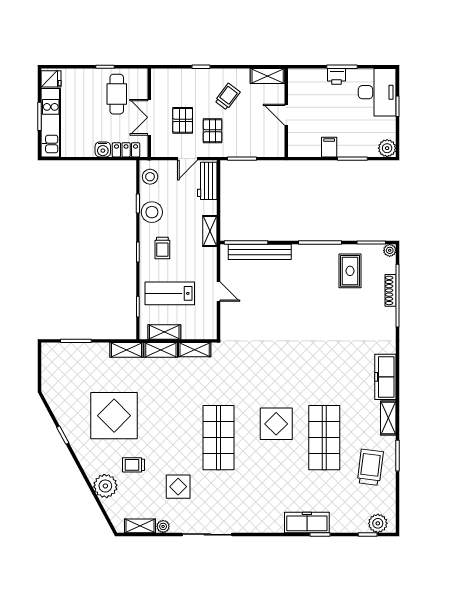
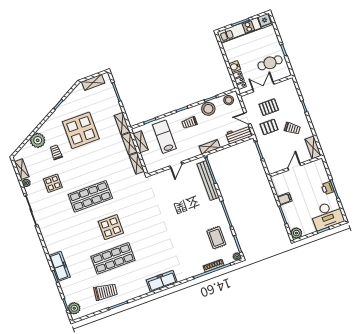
rug: (350, 271) -> (216, 238), turned 90
shelving: (388, 418) -> (93, 82), moved

